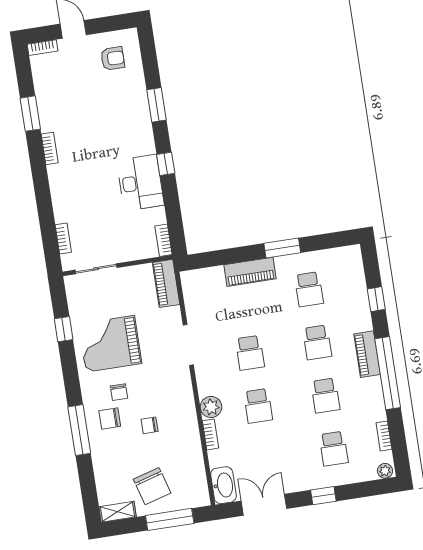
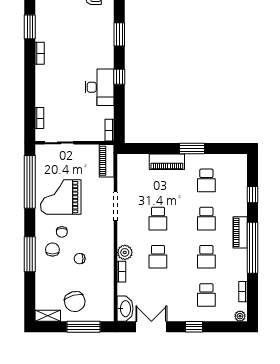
window: (64, 329) -> (30, 182), width x3.17
chair: (110, 419) -> (52, 249), turned 90

